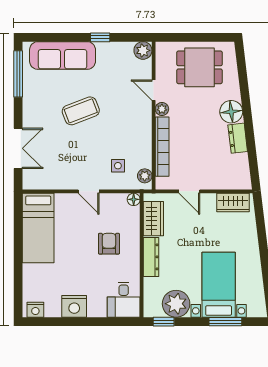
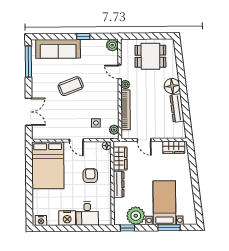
dresser: (238, 138) -> (177, 108), width x1.44
bed: (38, 228) -> (48, 165), width x1.50
desk: (124, 300) -> (87, 213), moved

